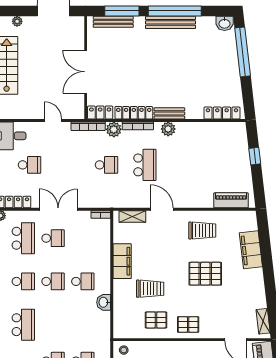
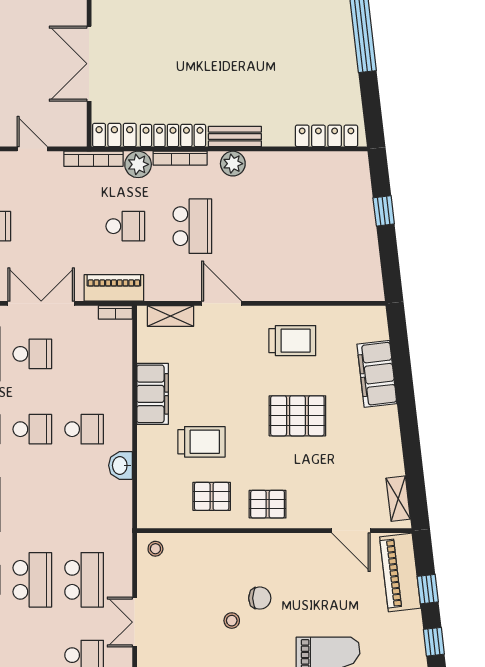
piano: (231, 200) -> (114, 288), moved

